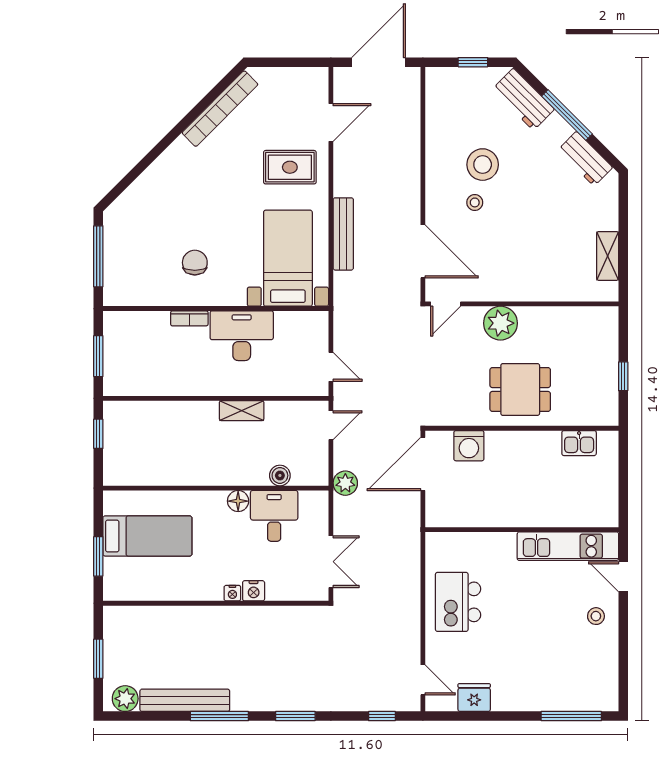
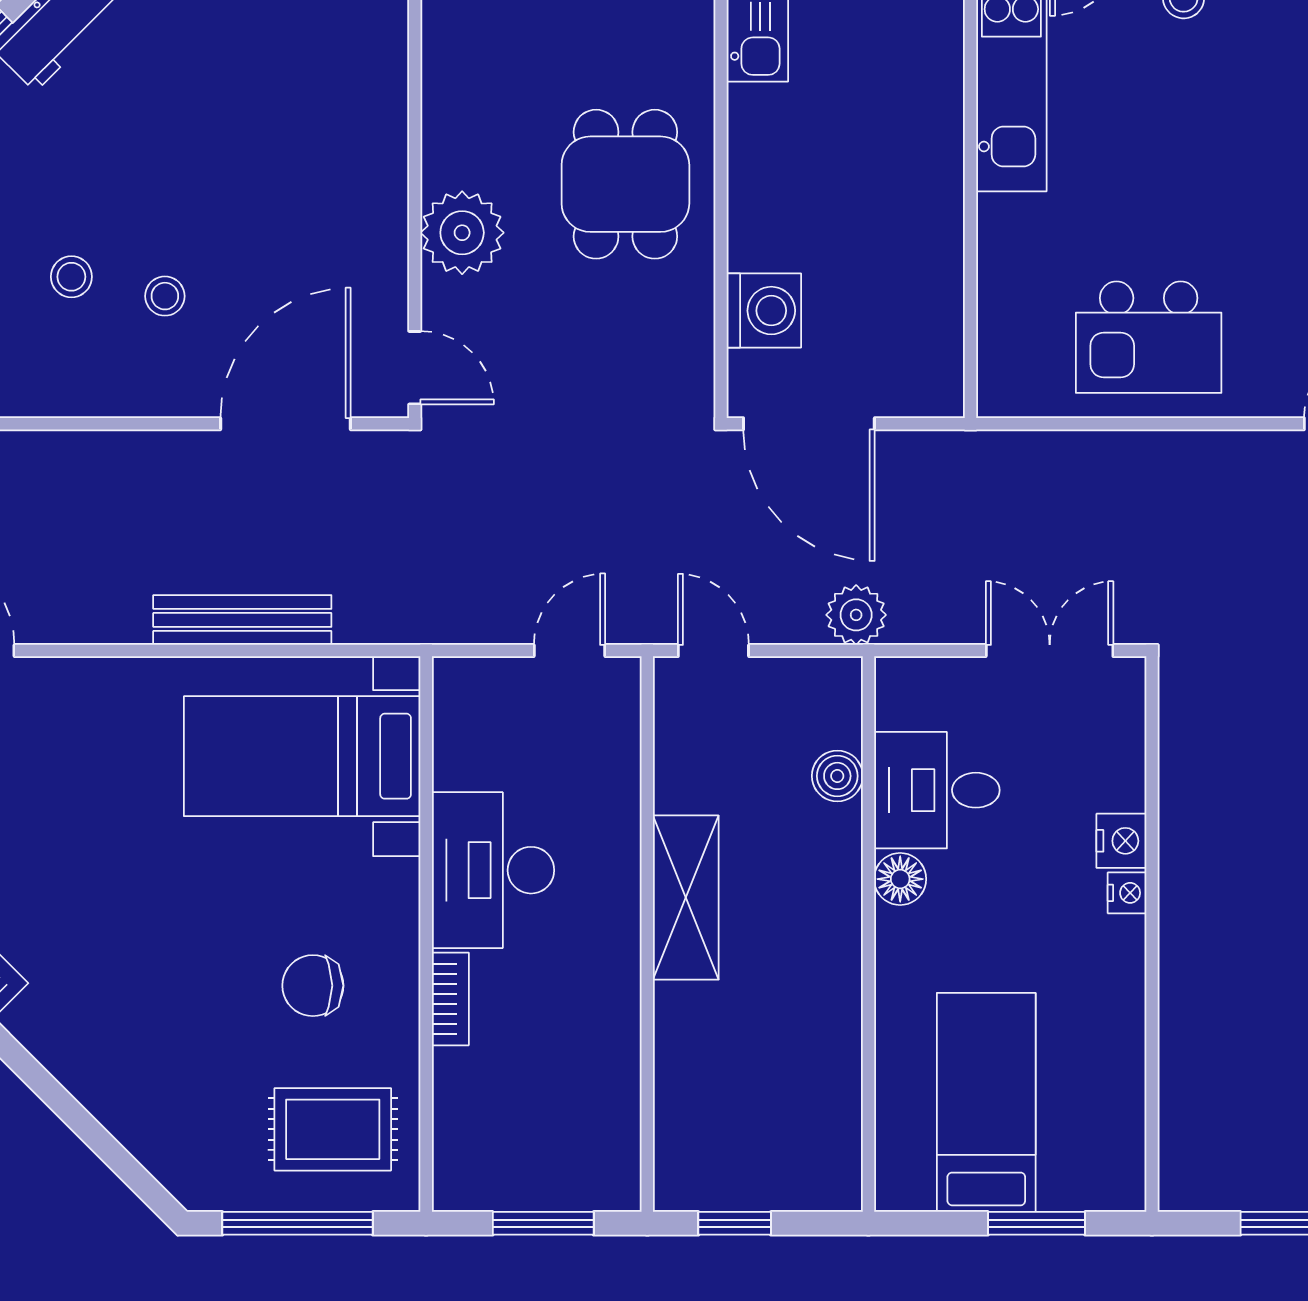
stool: (483, 165) -> (71, 277), width x0.53, depth x0.53
rug: (290, 167) -> (333, 1129), moved, turned 90
shelving: (242, 411) -> (686, 898), width x1.50, depth x1.33

